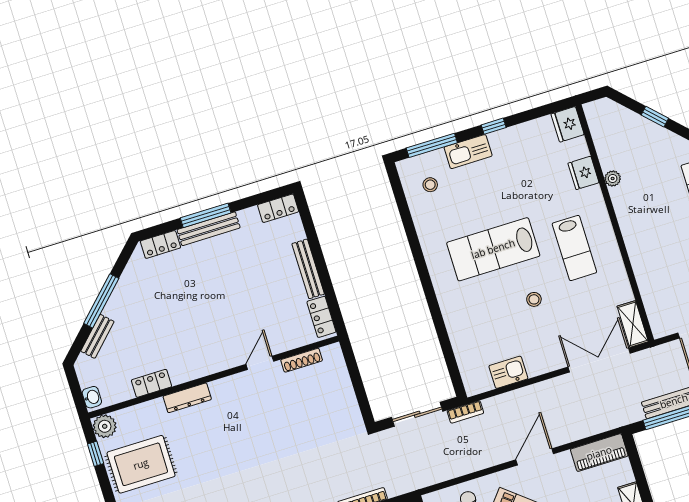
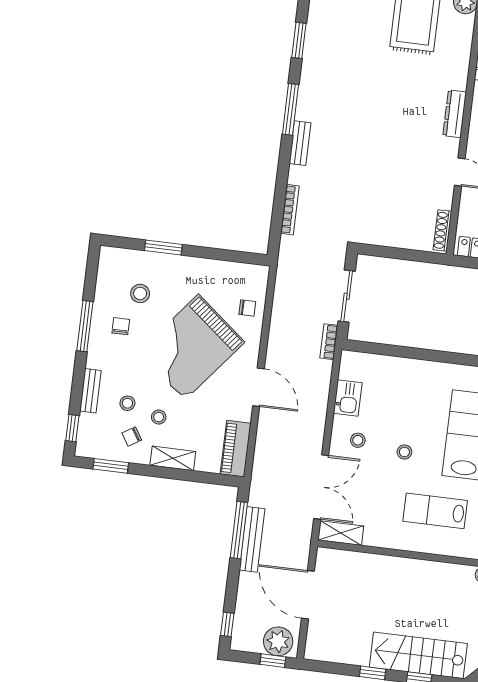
stool: (542, 346) -> (358, 440), added
shoe rack: (302, 360) -> (443, 230), moved
dresser: (187, 398) -> (455, 114), moved

